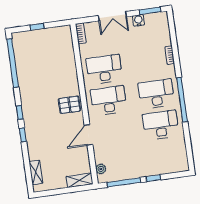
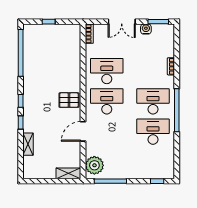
plant: (101, 169) -> (94, 165), width x1.88, depth x1.88
shelving: (36, 172) -> (28, 144), moved
window: (153, 178) -> (157, 181), moved

